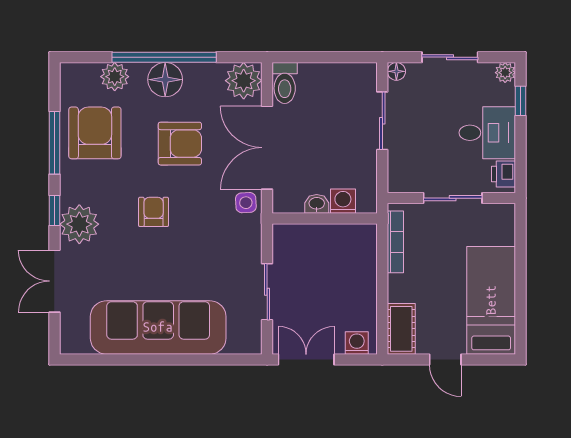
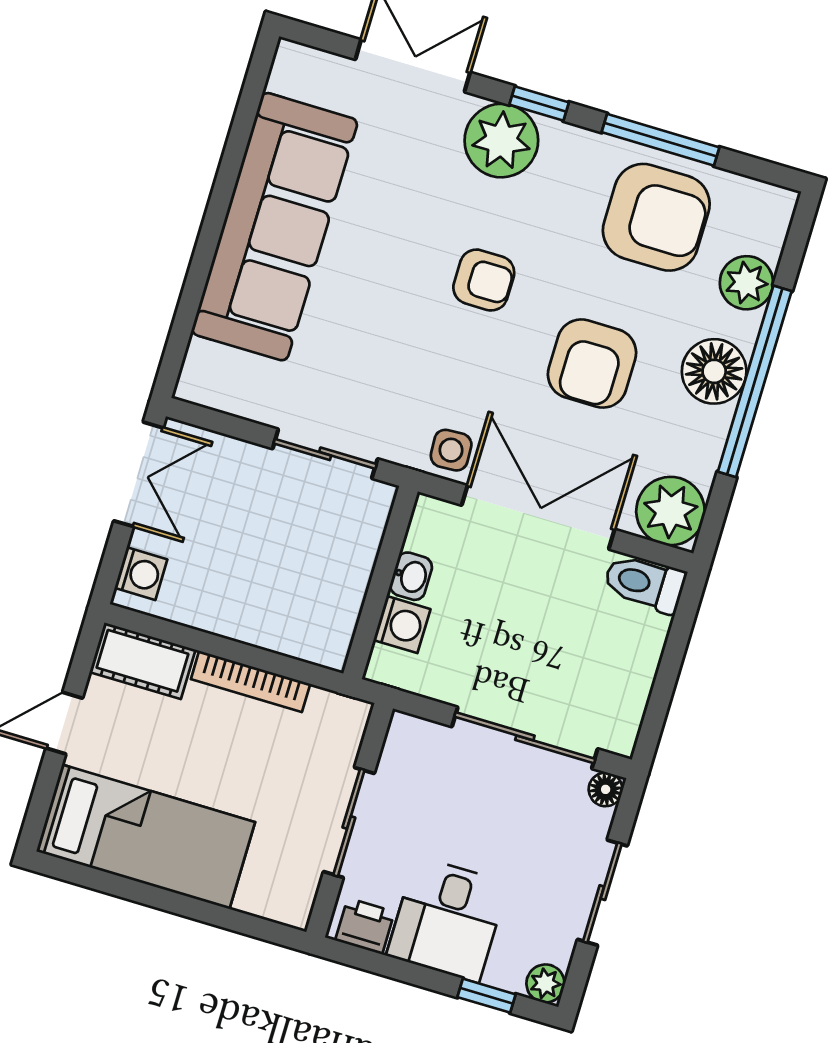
sliding door: (382, 121) -> (525, 738), width x1.37
bookcase: (395, 242) -> (251, 681), moved
sliding door: (267, 292) -> (325, 454), moved

